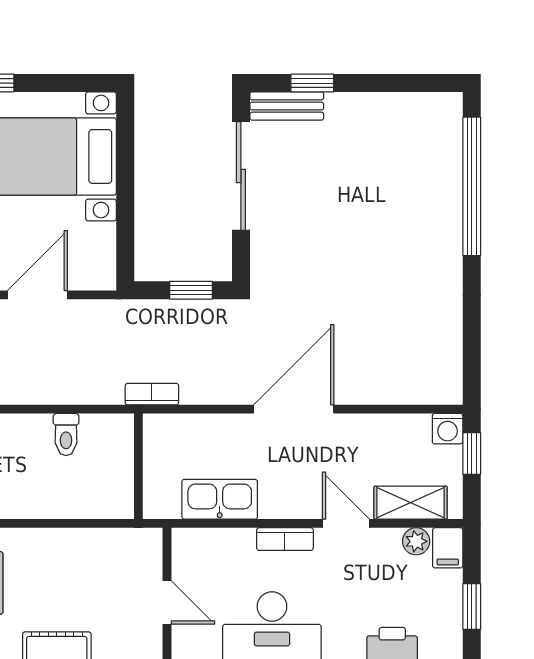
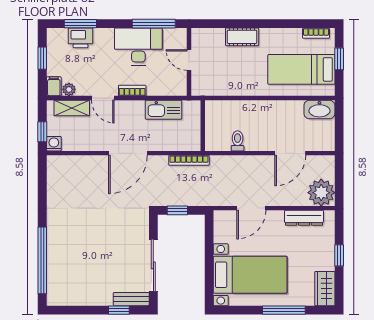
bookcase: (152, 394) -> (189, 160), width x1.56

